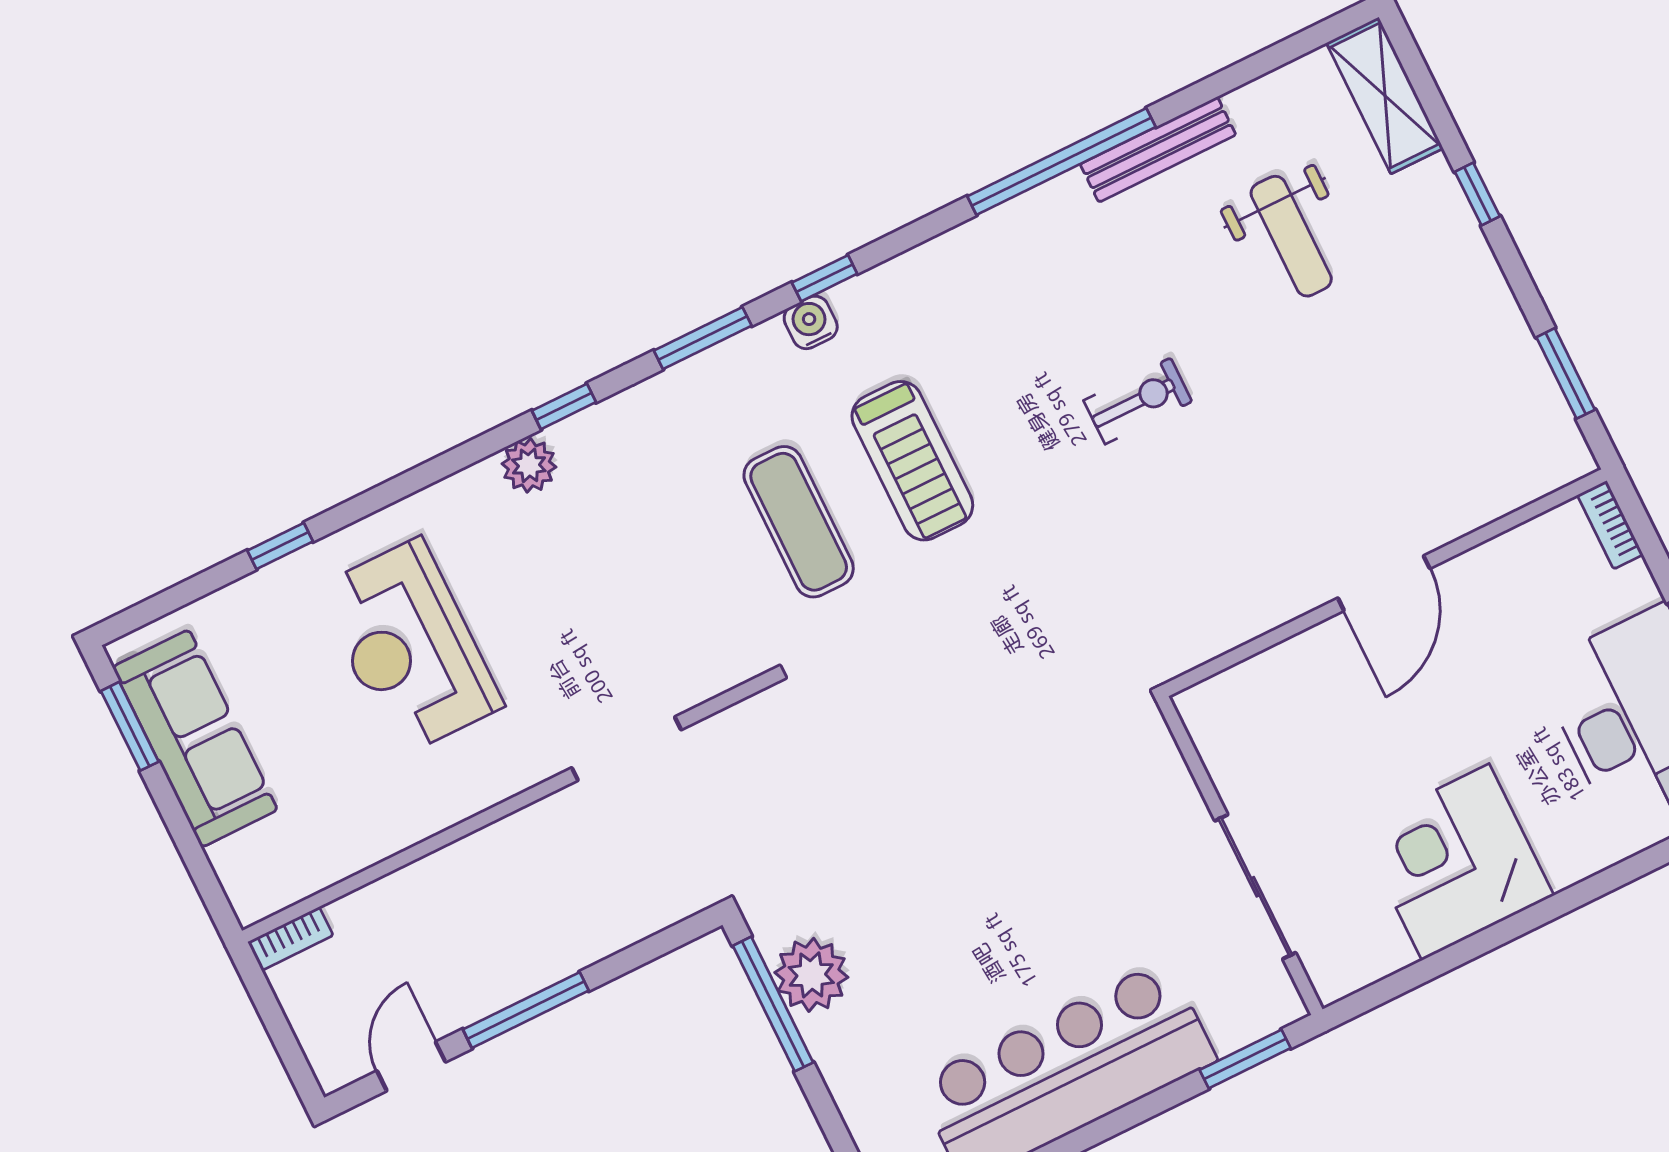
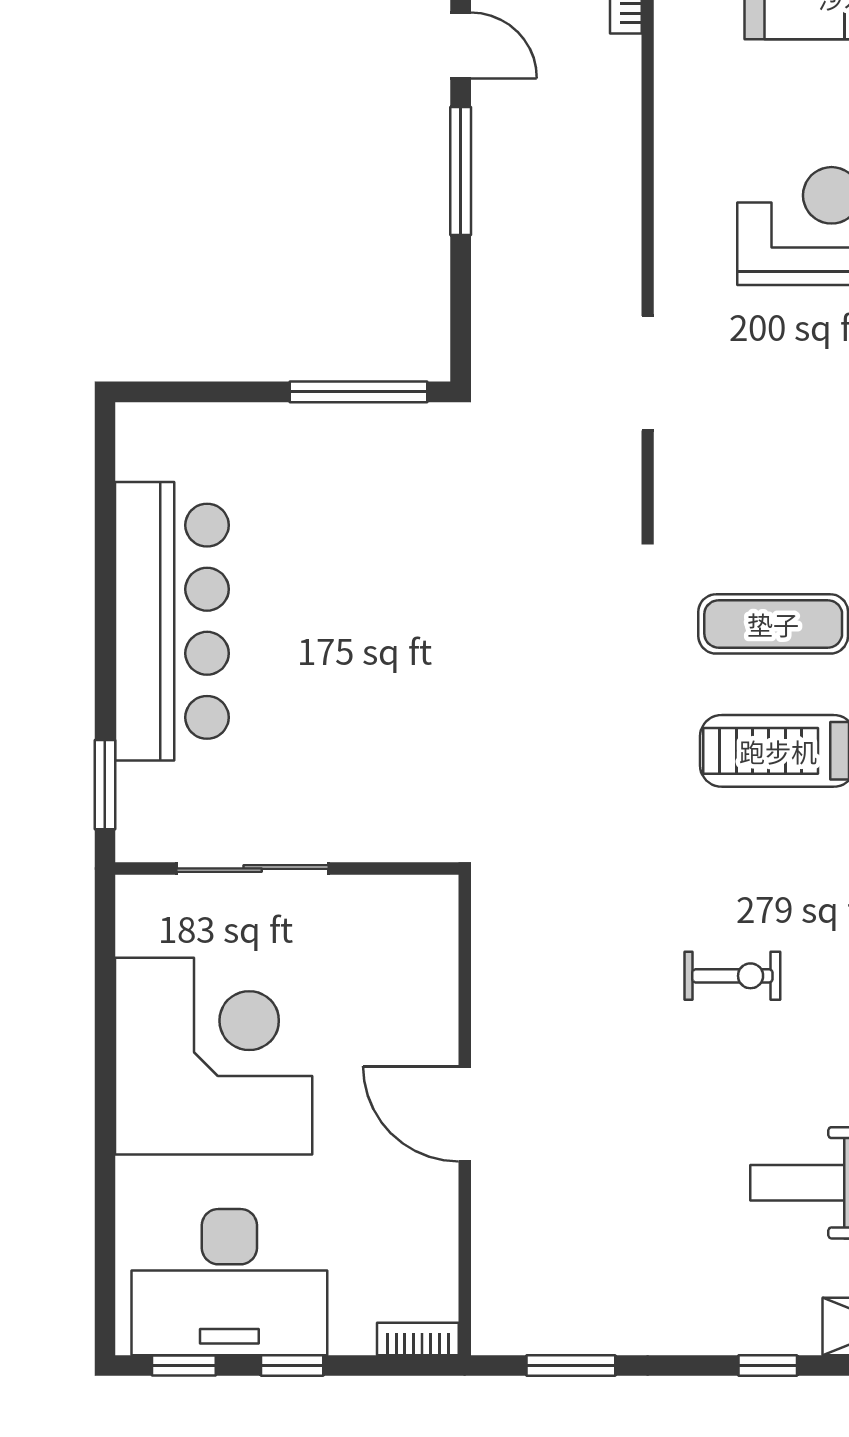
exercise bike: (1138, 401) -> (732, 976), turned -90
corner desk: (1456, 862) -> (214, 1056), width x1.36, depth x1.36
plant: (811, 975) -> (368, 438), removed

